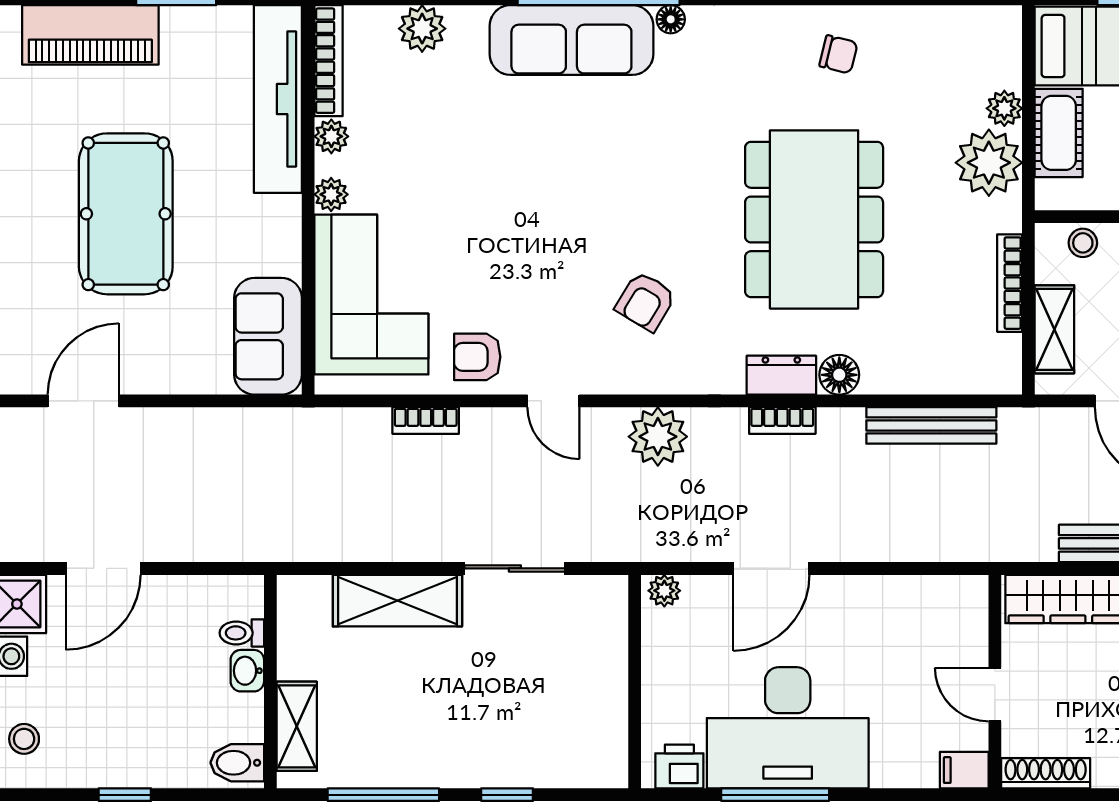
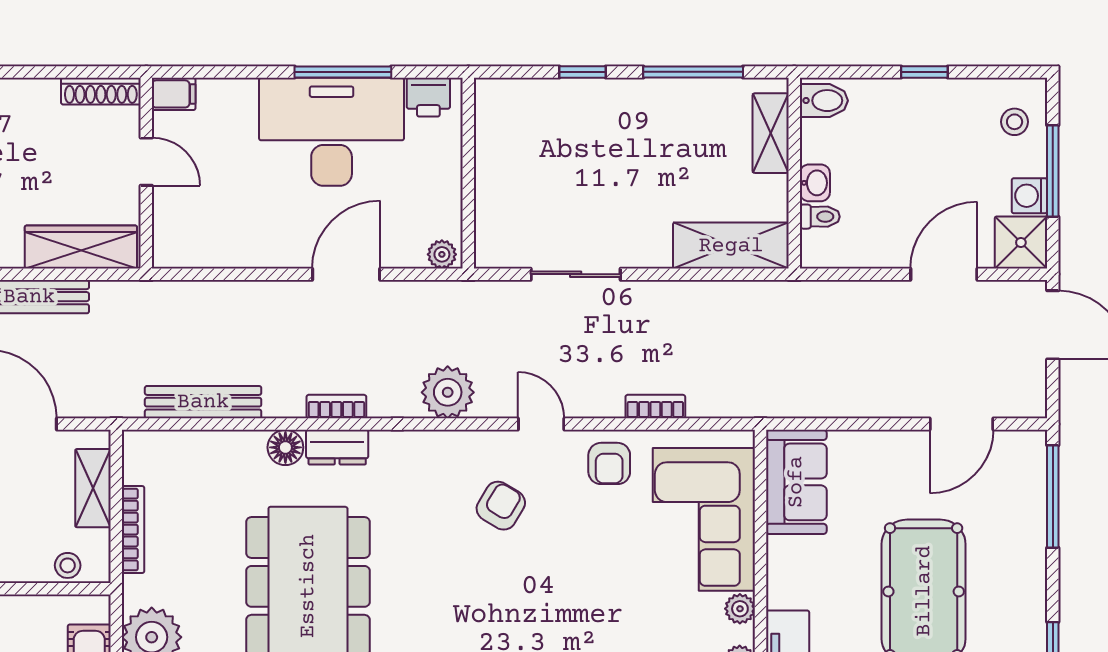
armchair: (646, 301) -> (501, 506), moved
armchair: (477, 357) -> (609, 463), turned 90
shelving: (397, 601) -> (731, 246), moved

